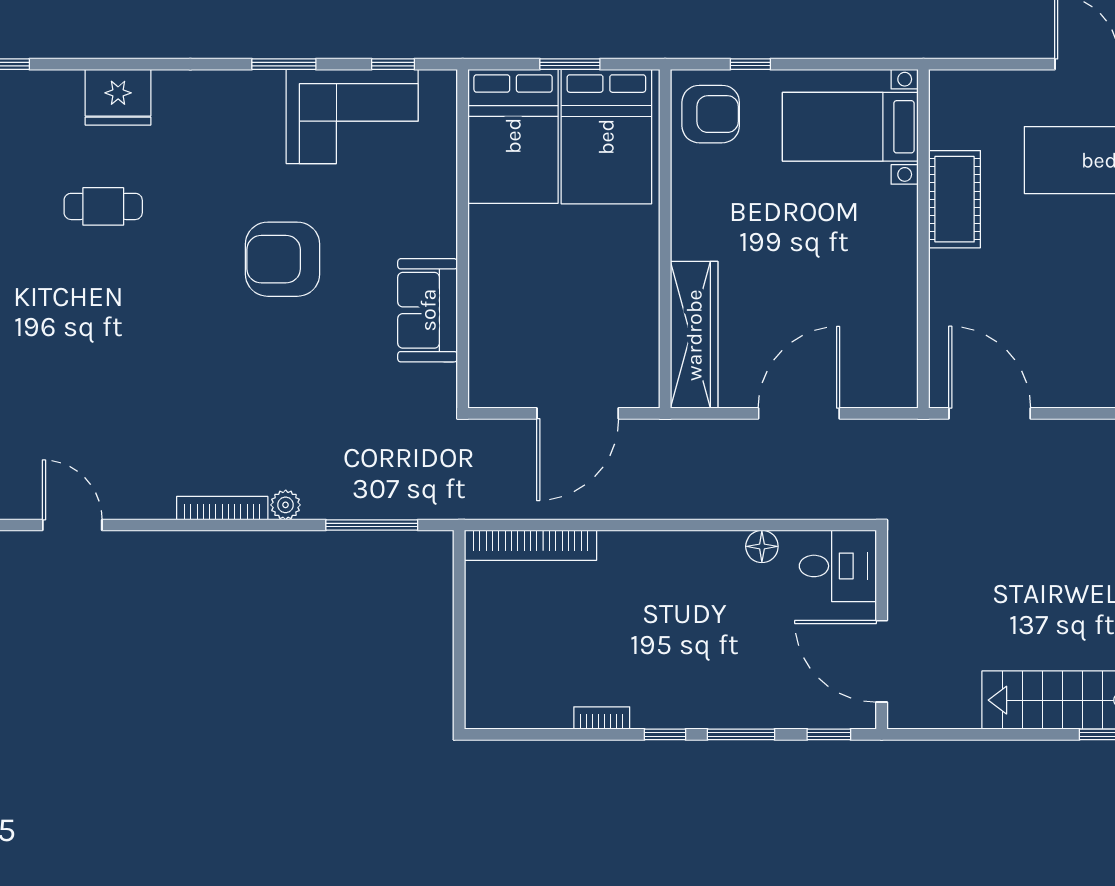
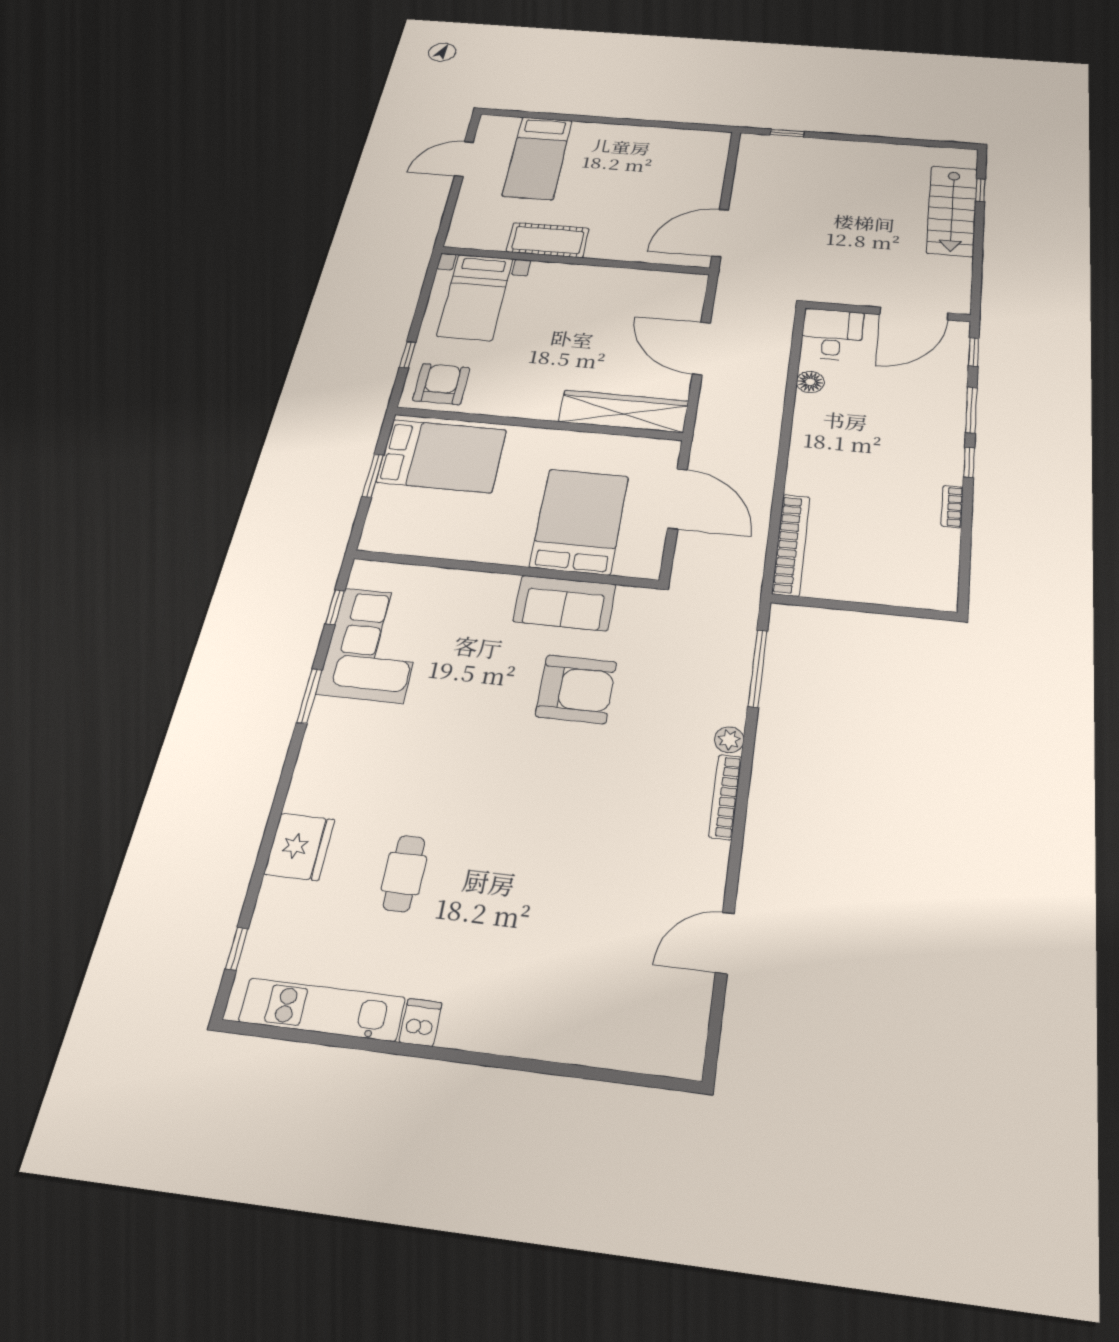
bed: (513, 136) -> (579, 521), moved, turned -90
armchair: (283, 259) -> (576, 689), moved, turned -90

